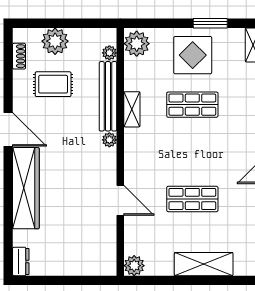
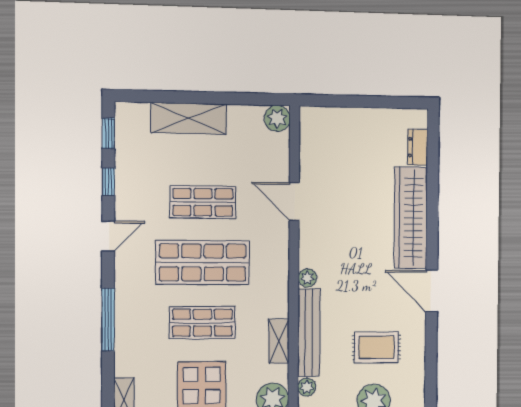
shoe rack: (19, 56) -> (418, 382), removed
shelving: (132, 109) -> (279, 341), moved
shop shelf: (192, 152) -> (203, 262), added
dresser: (21, 261) -> (418, 147), moved

